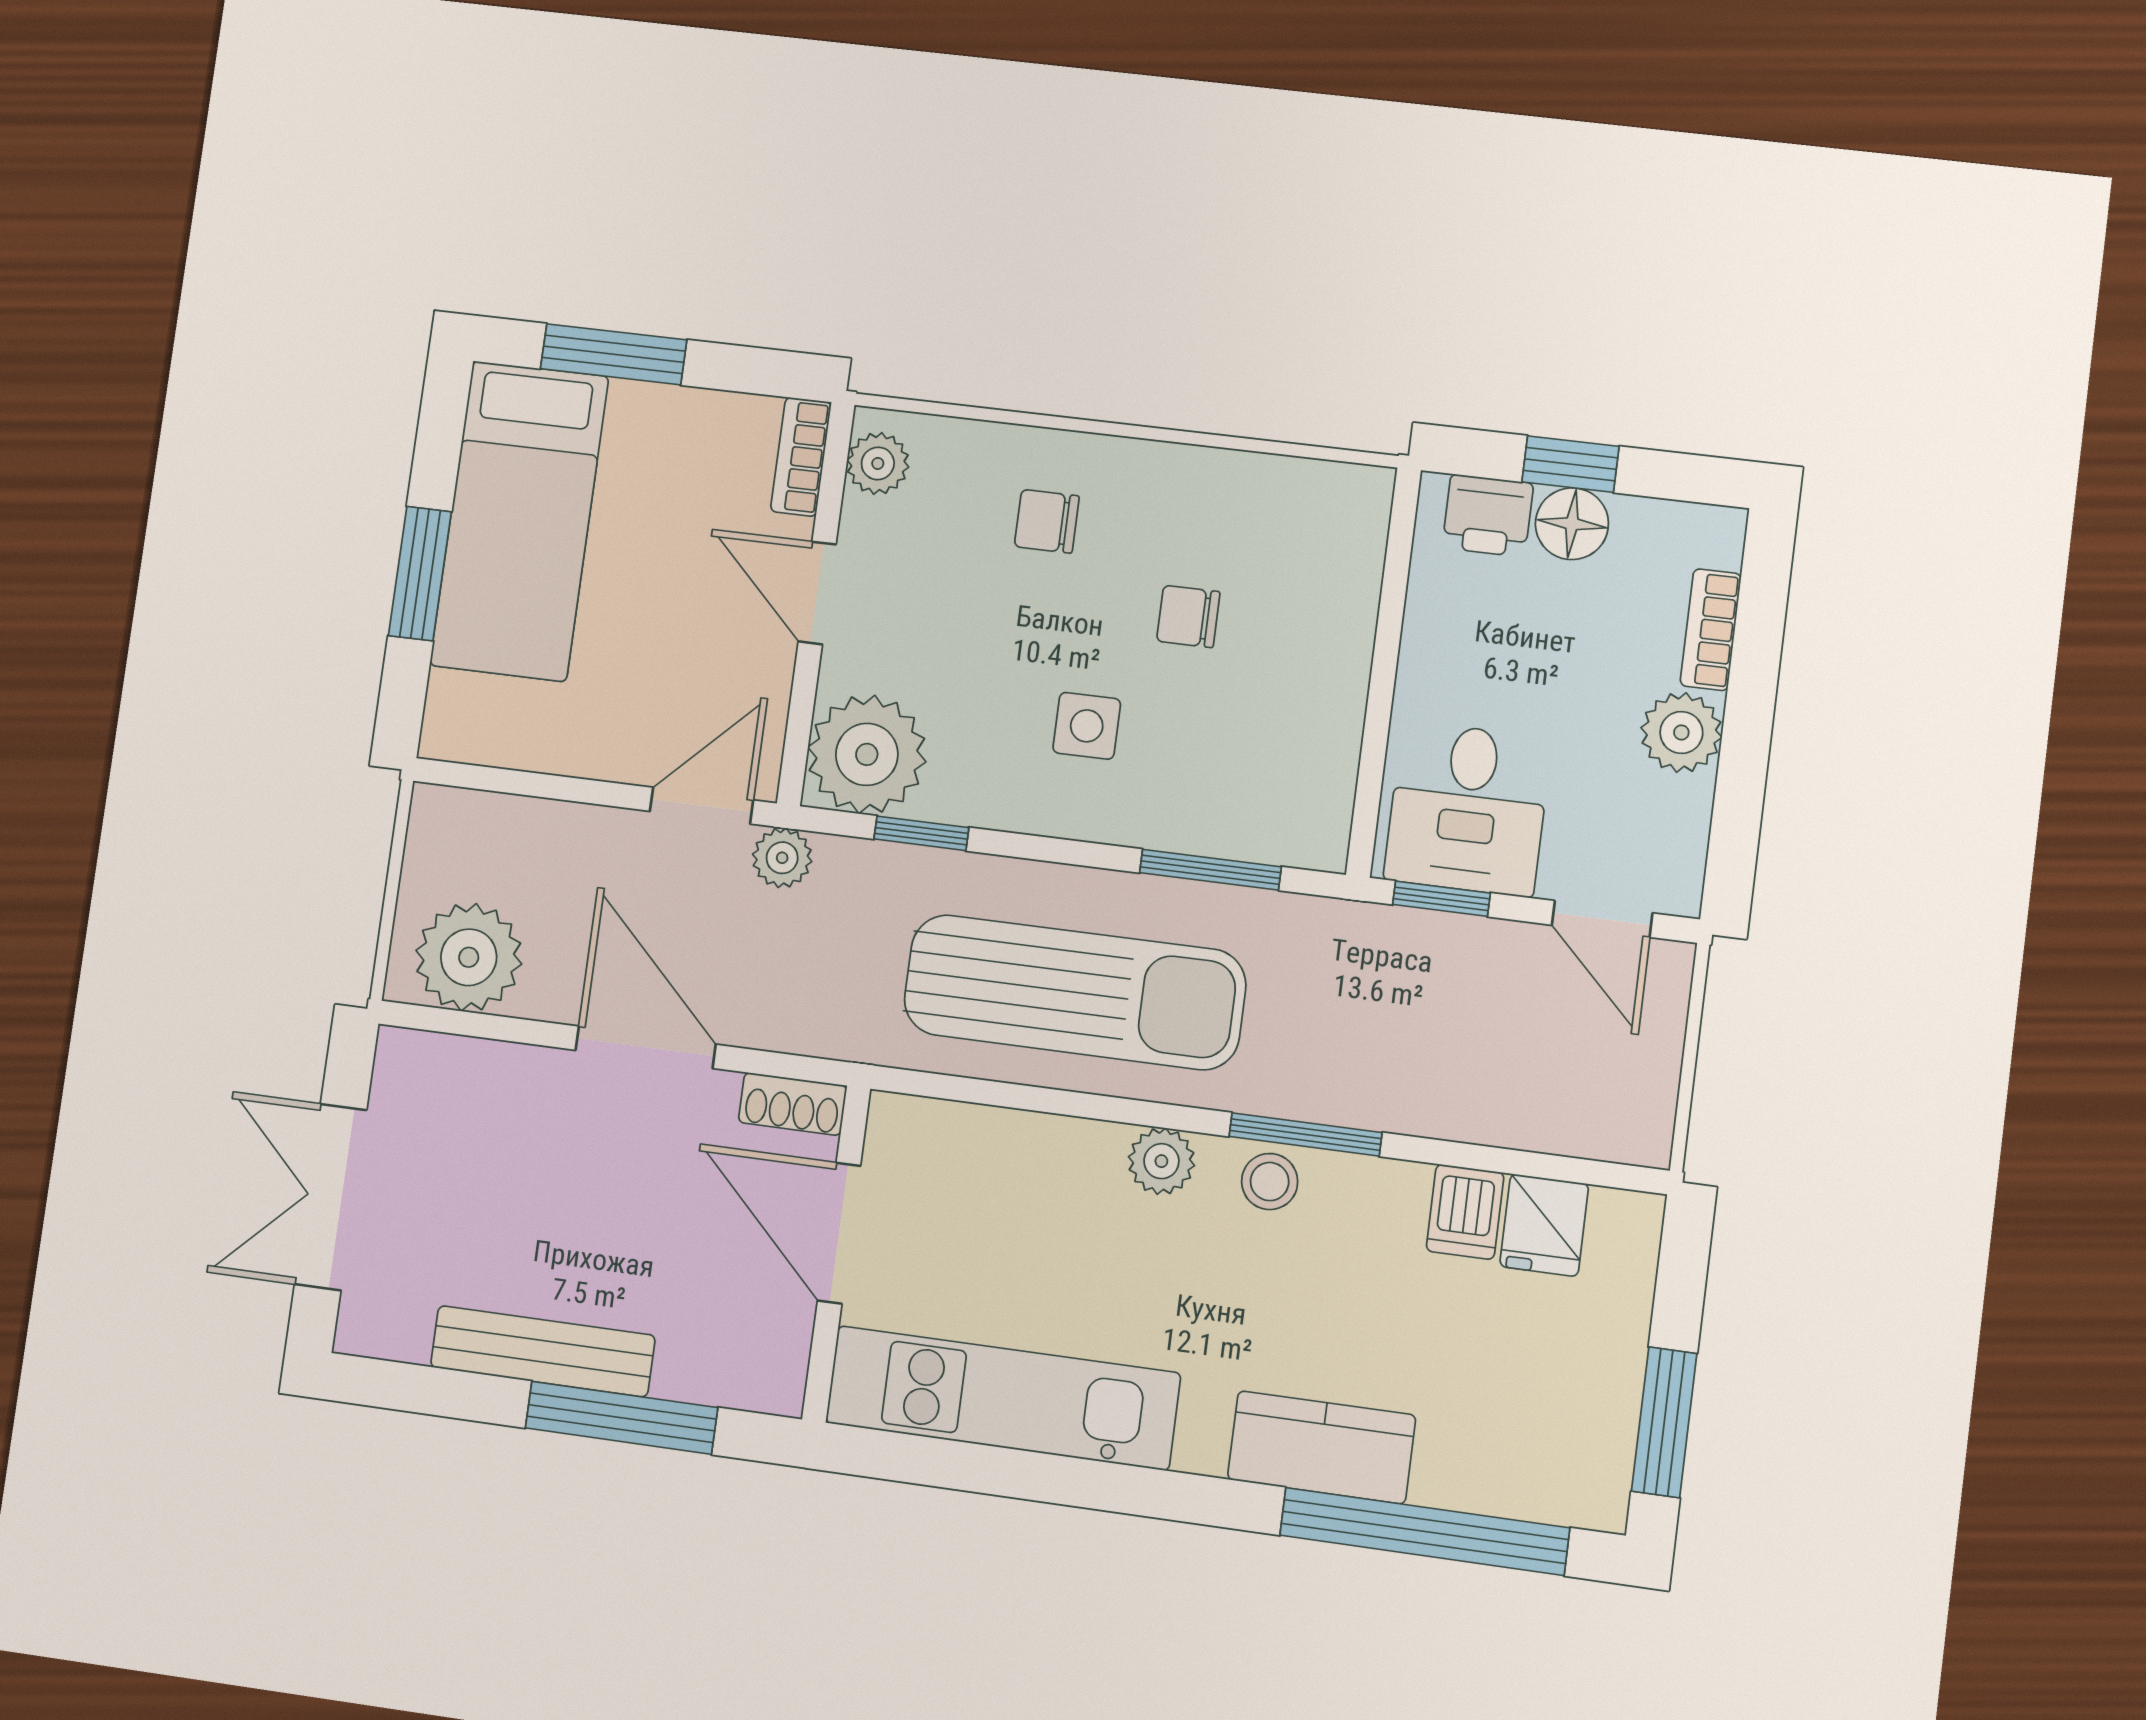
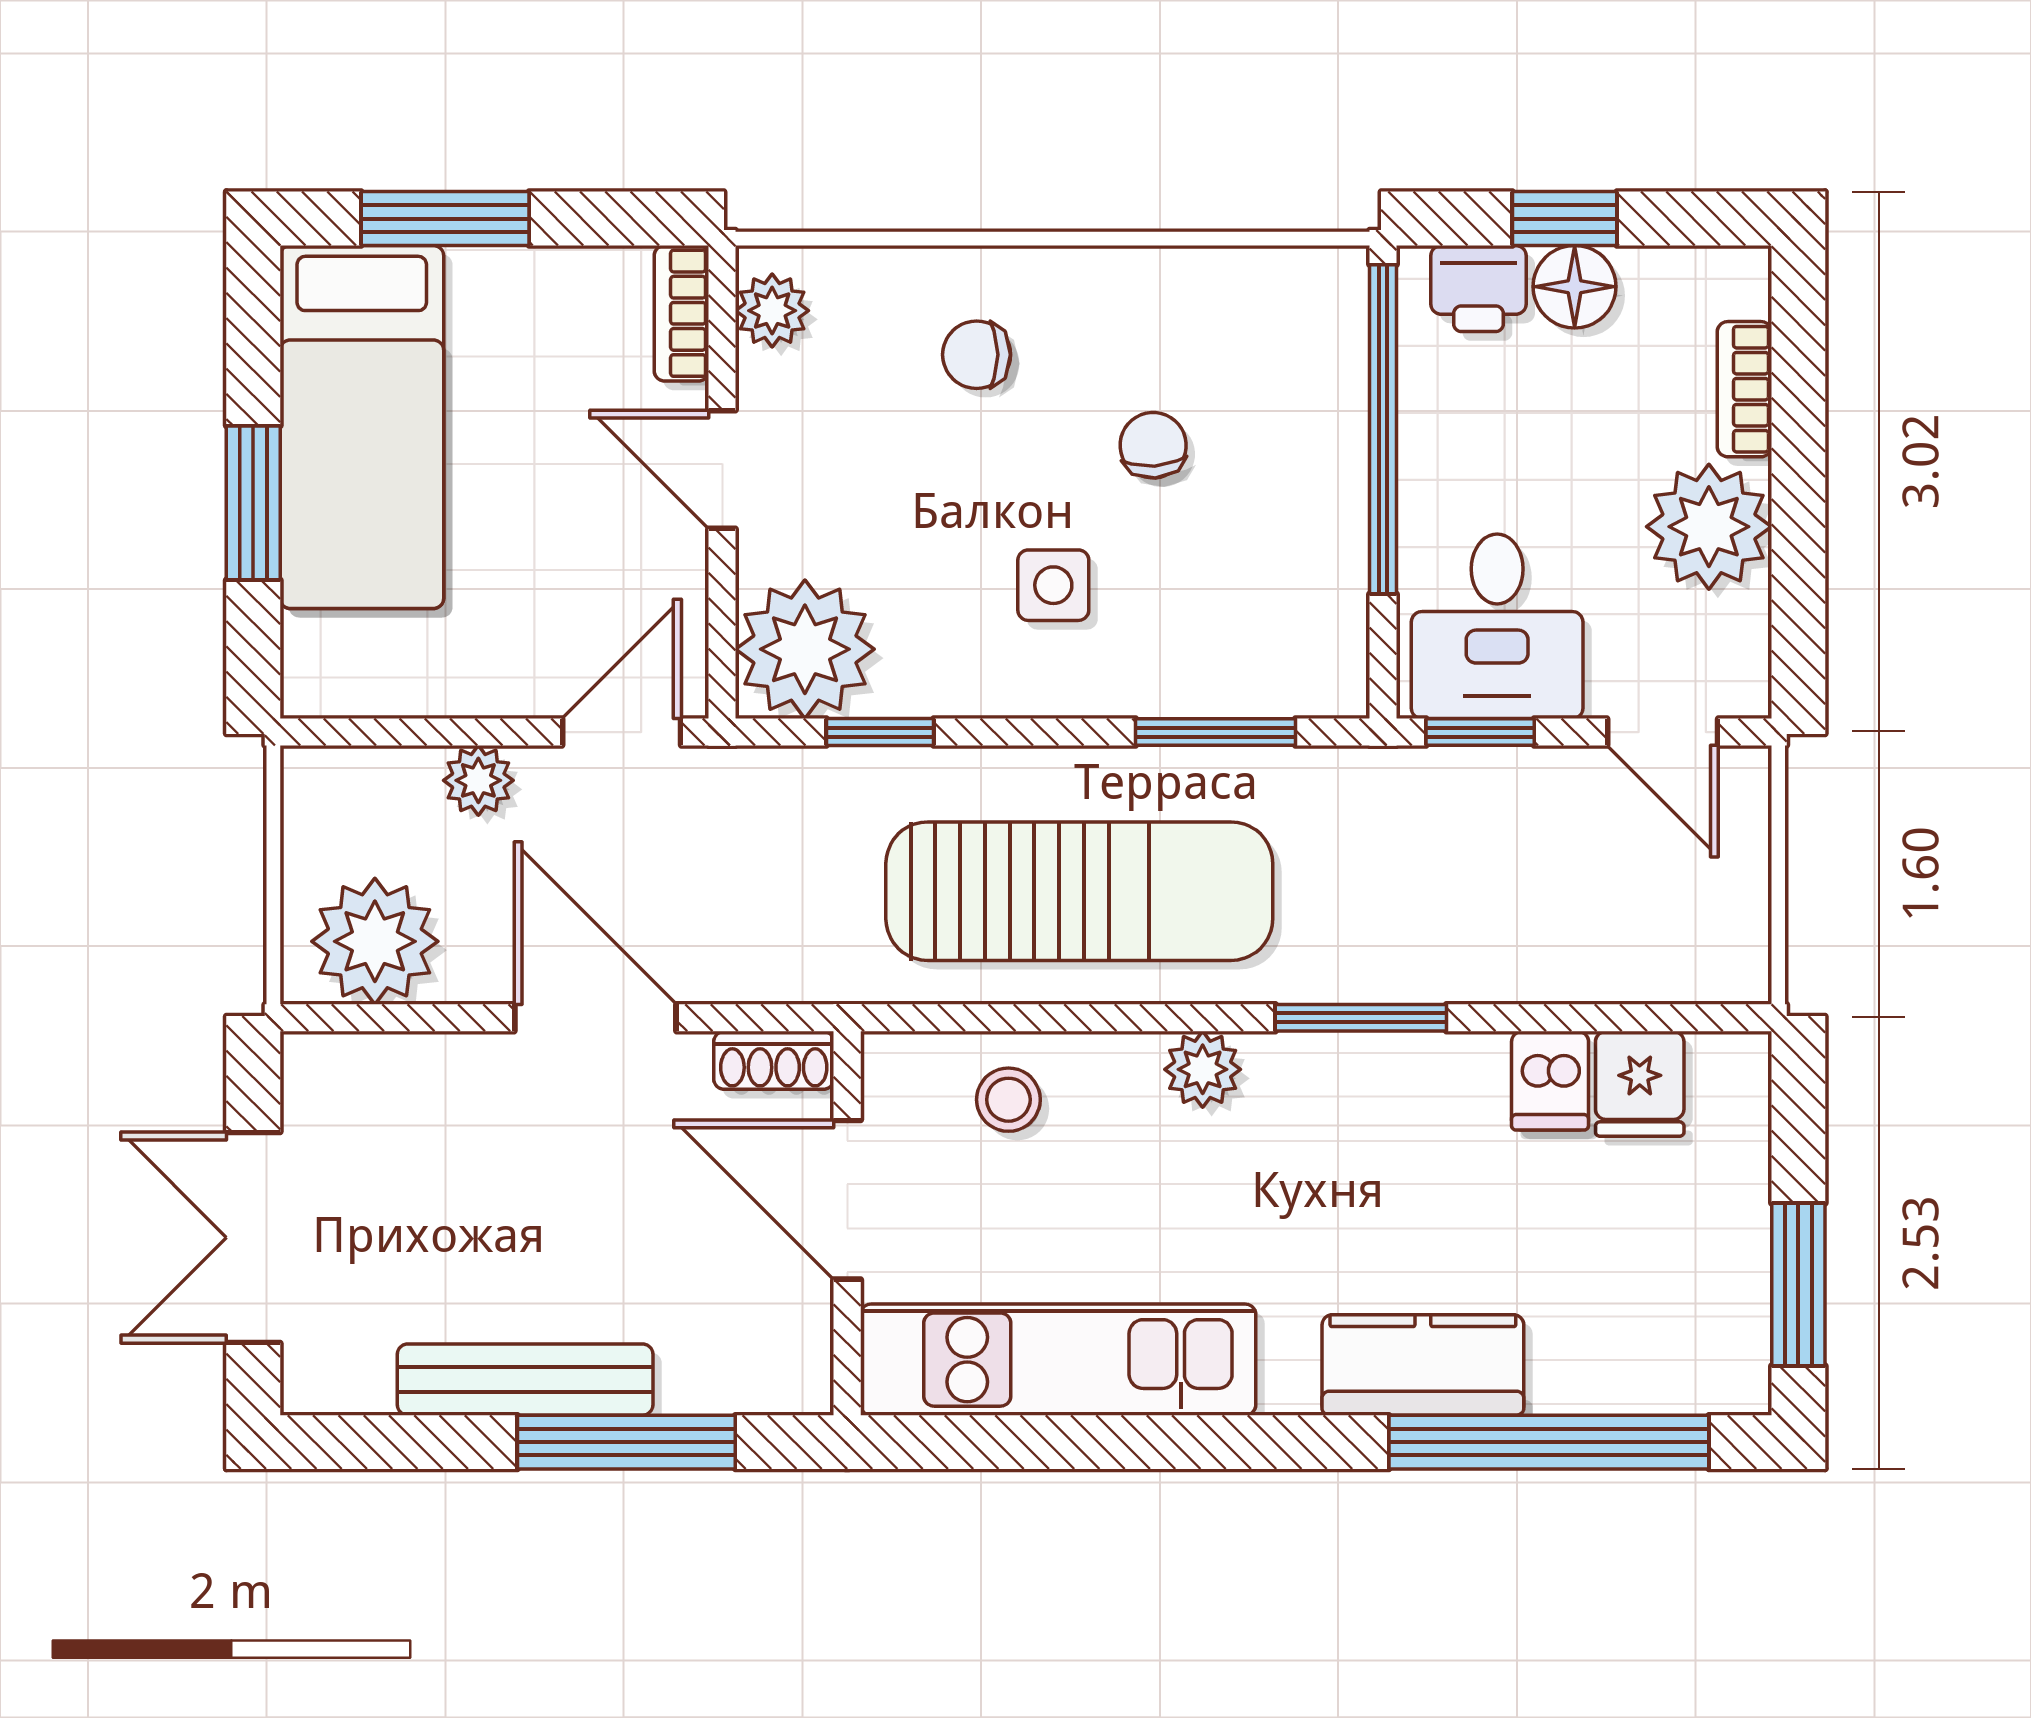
chair: (1188, 616) -> (1153, 445), turned 86
window: (1389, 627) -> (1383, 429), added
plant: (1681, 732) -> (1709, 527), width x1.36, depth x1.36
plant: (782, 858) -> (478, 780), moved
stool: (1270, 1182) -> (1008, 1100), moved

